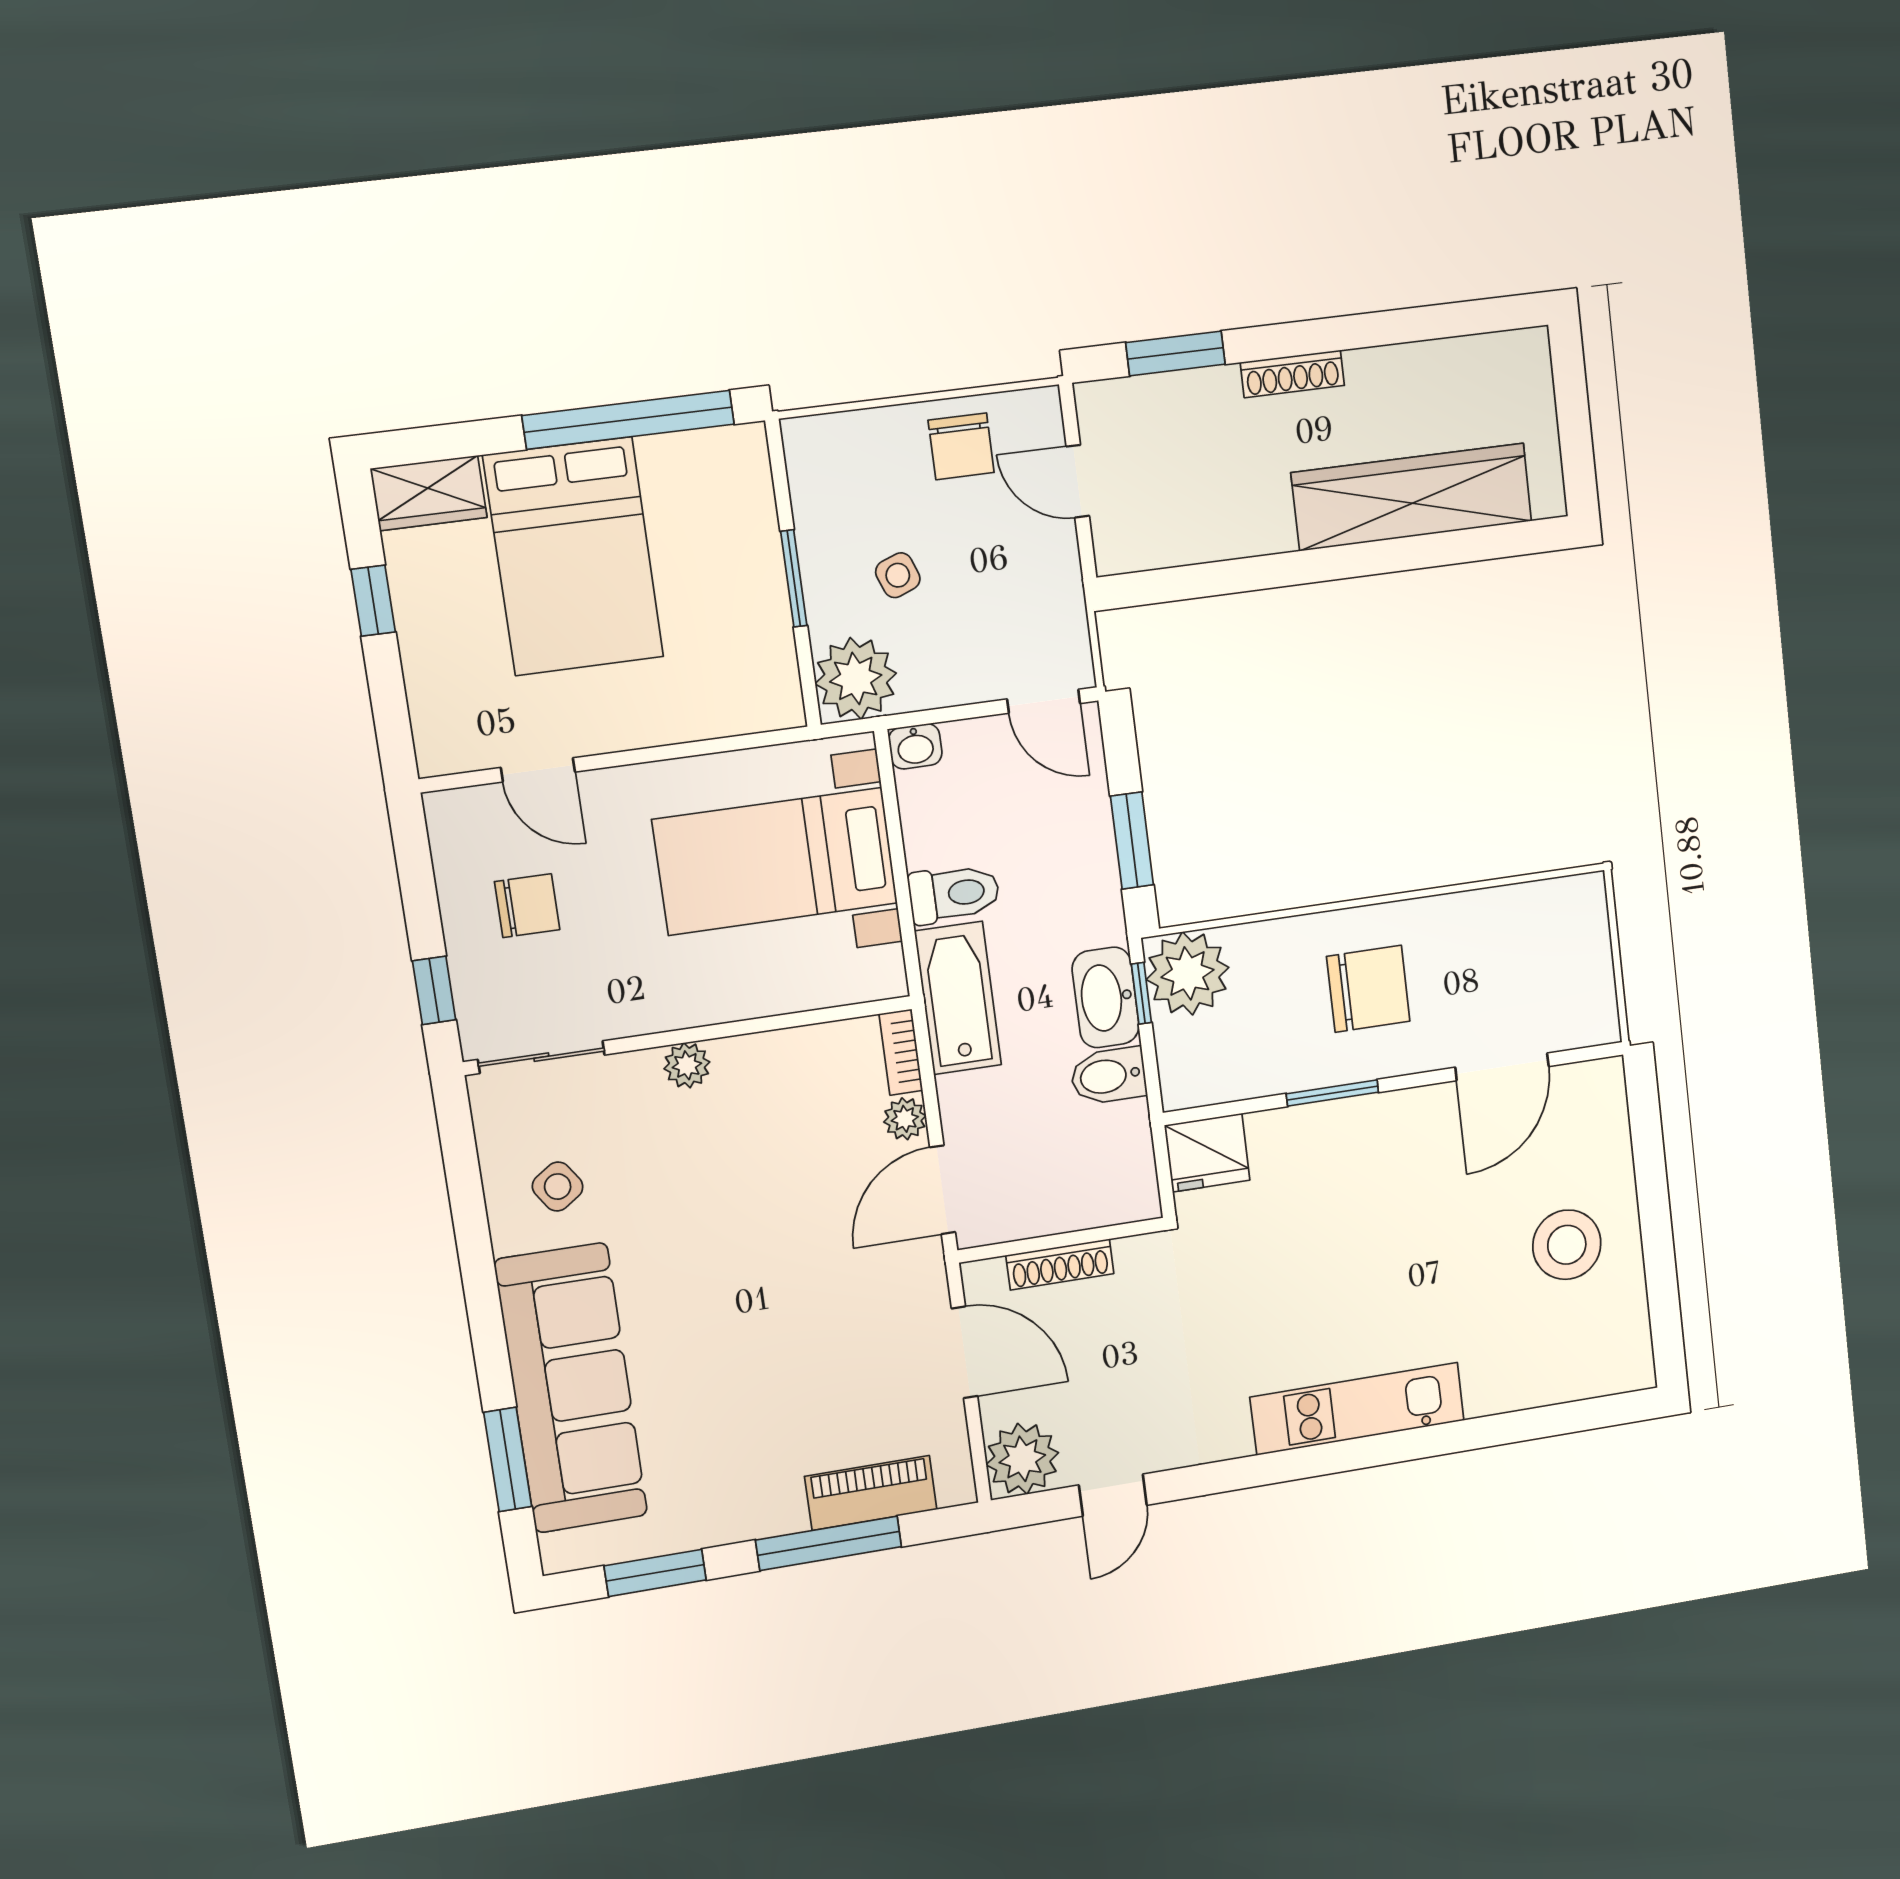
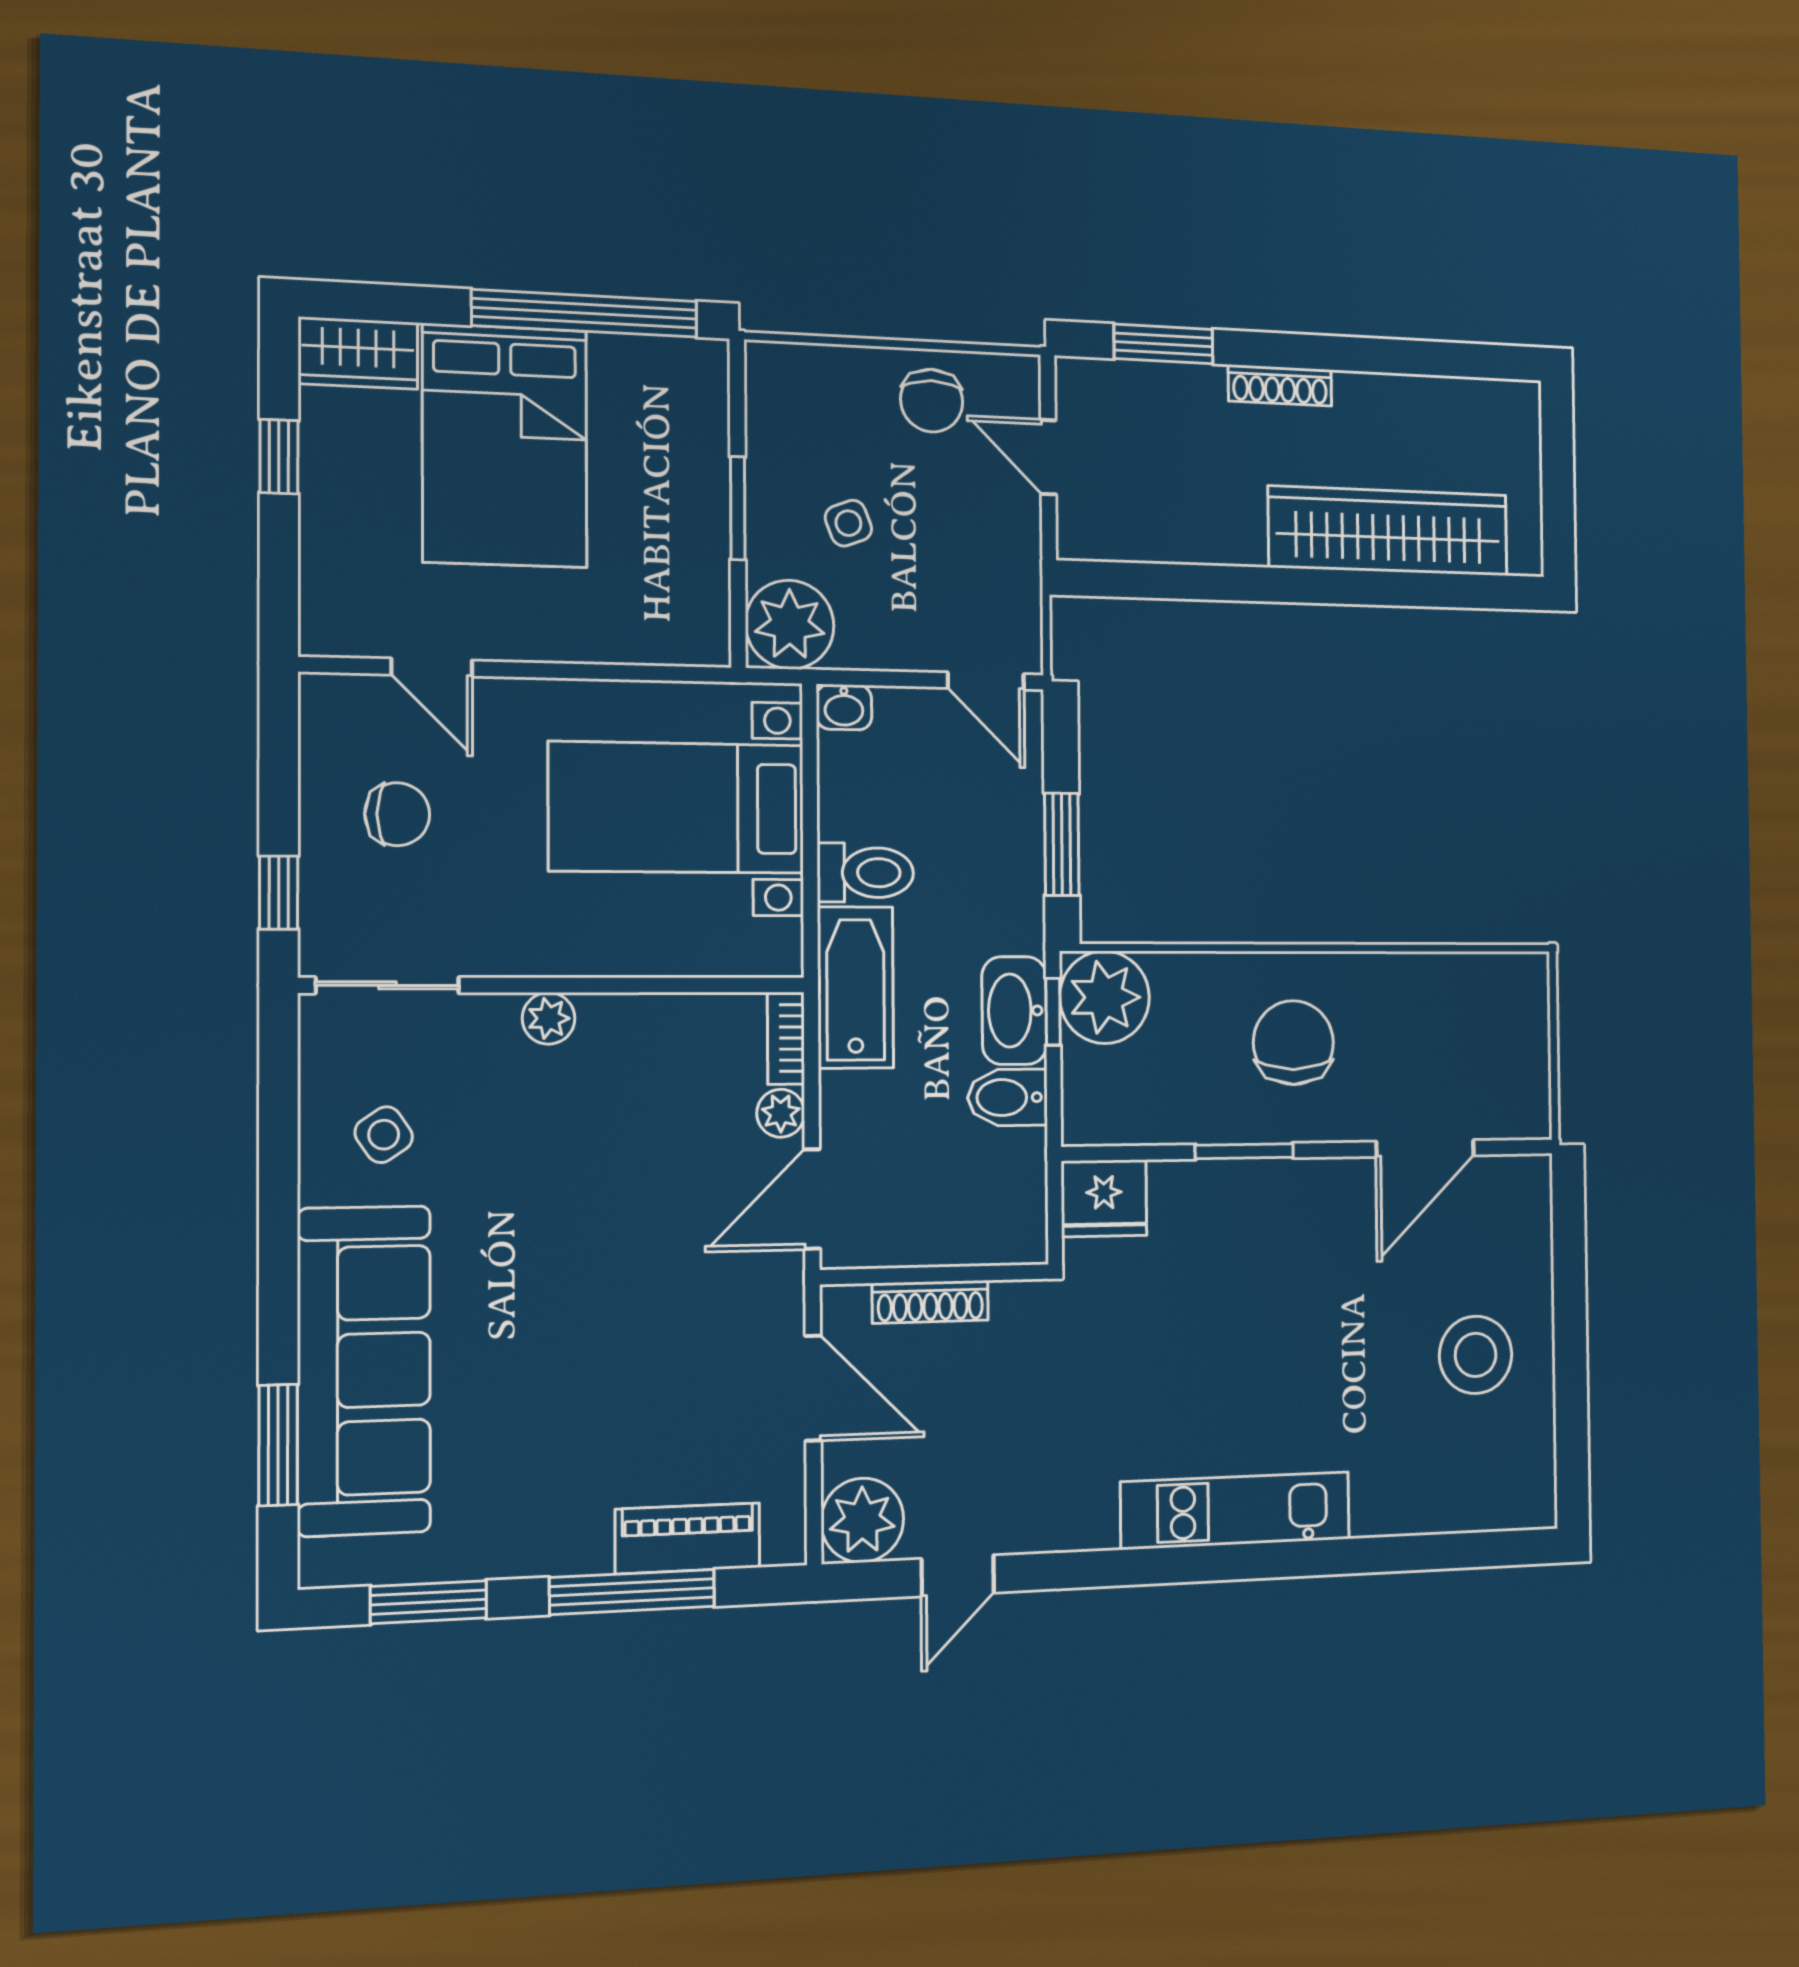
chair: (1368, 989) -> (1293, 1043), turned -90

